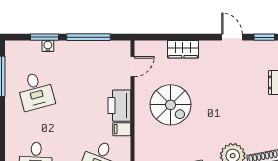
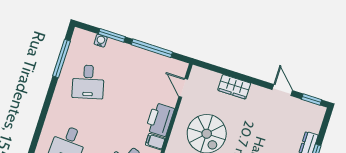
water cooler: (48, 46) -> (101, 41), moved
door: (133, 67) -> (183, 88), swing flipped

